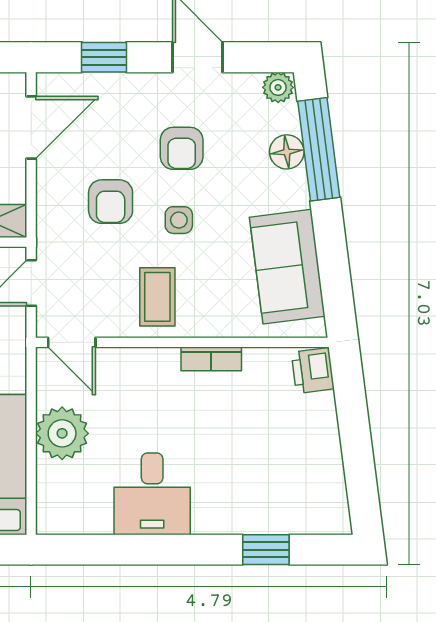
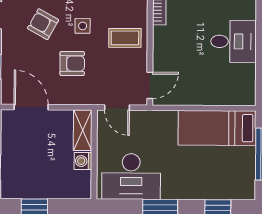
armchair: (182, 148) -> (43, 24), turned -151
plant: (62, 433) -> (200, 91), removed

